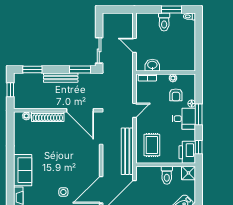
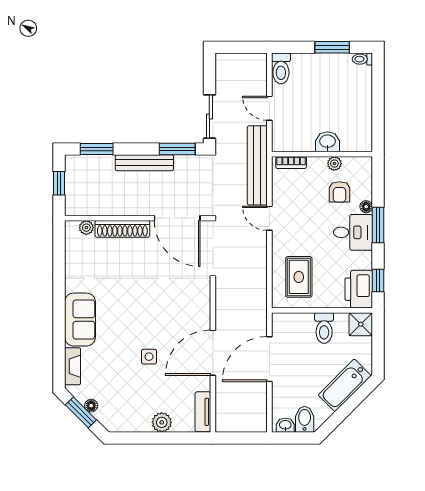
toilet: (164, 22) -> (281, 68), moved
washbasin: (152, 65) -> (327, 142), moved
door: (134, 110) -> (269, 218), swing flipped
bench: (127, 151) -> (257, 165), moved

